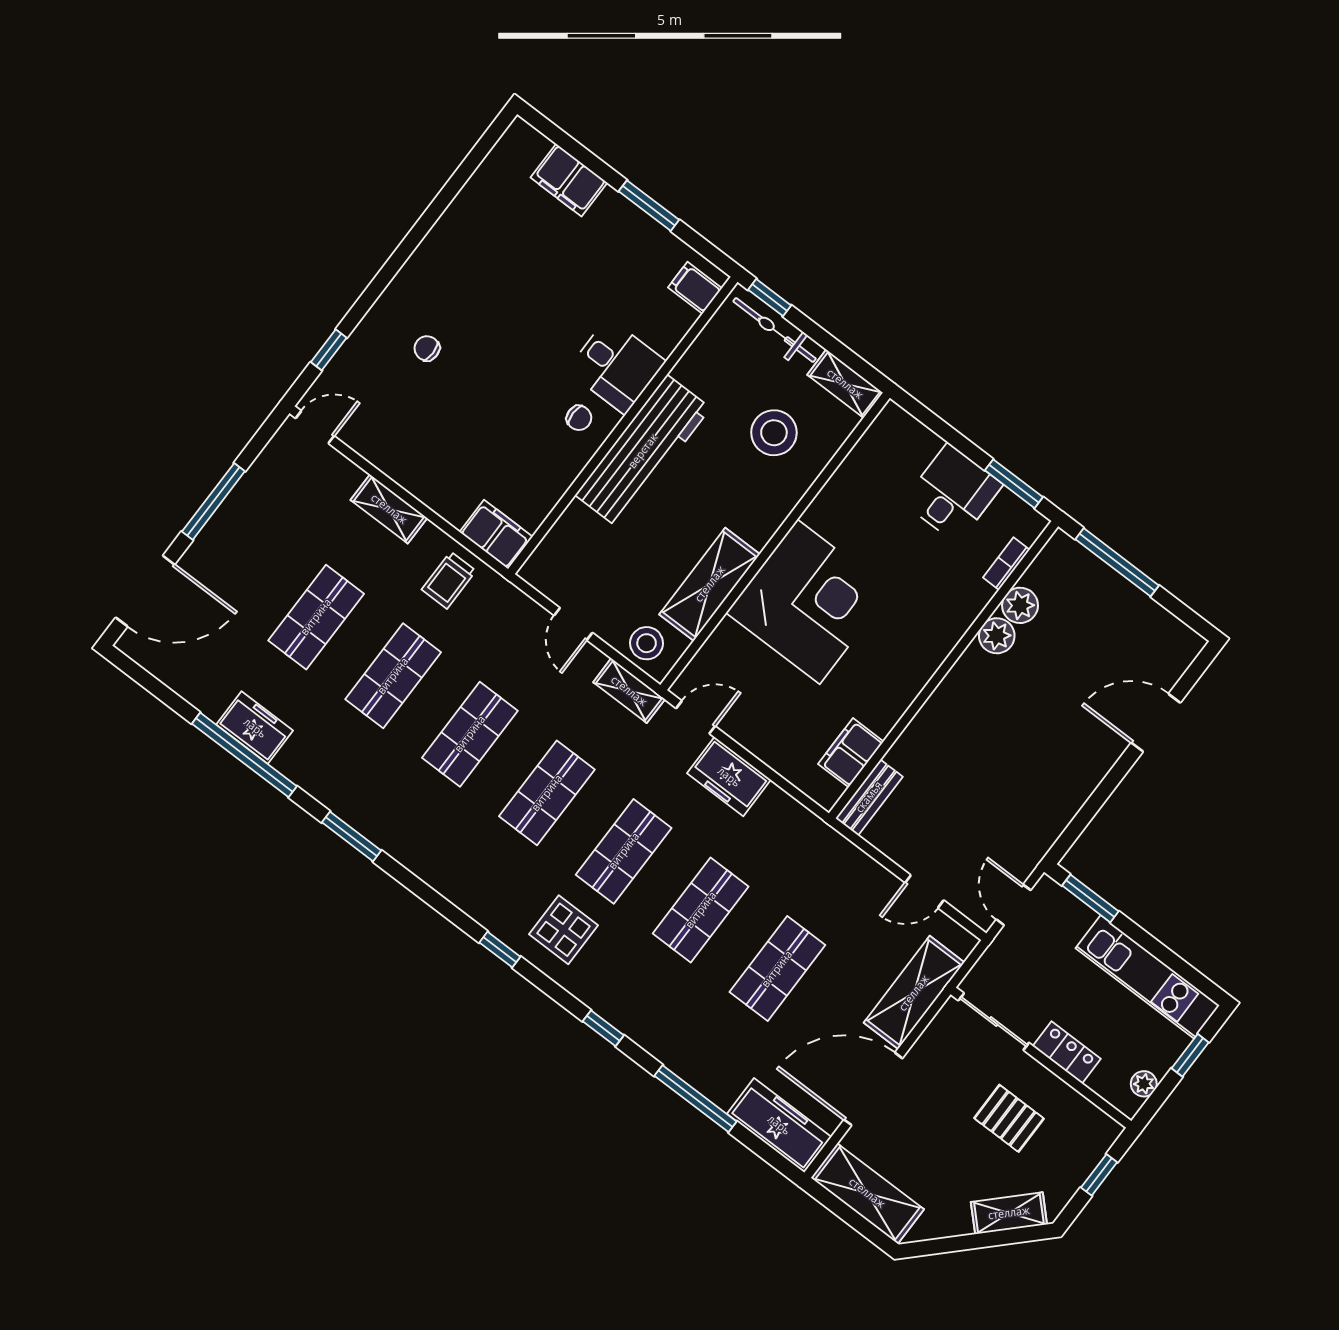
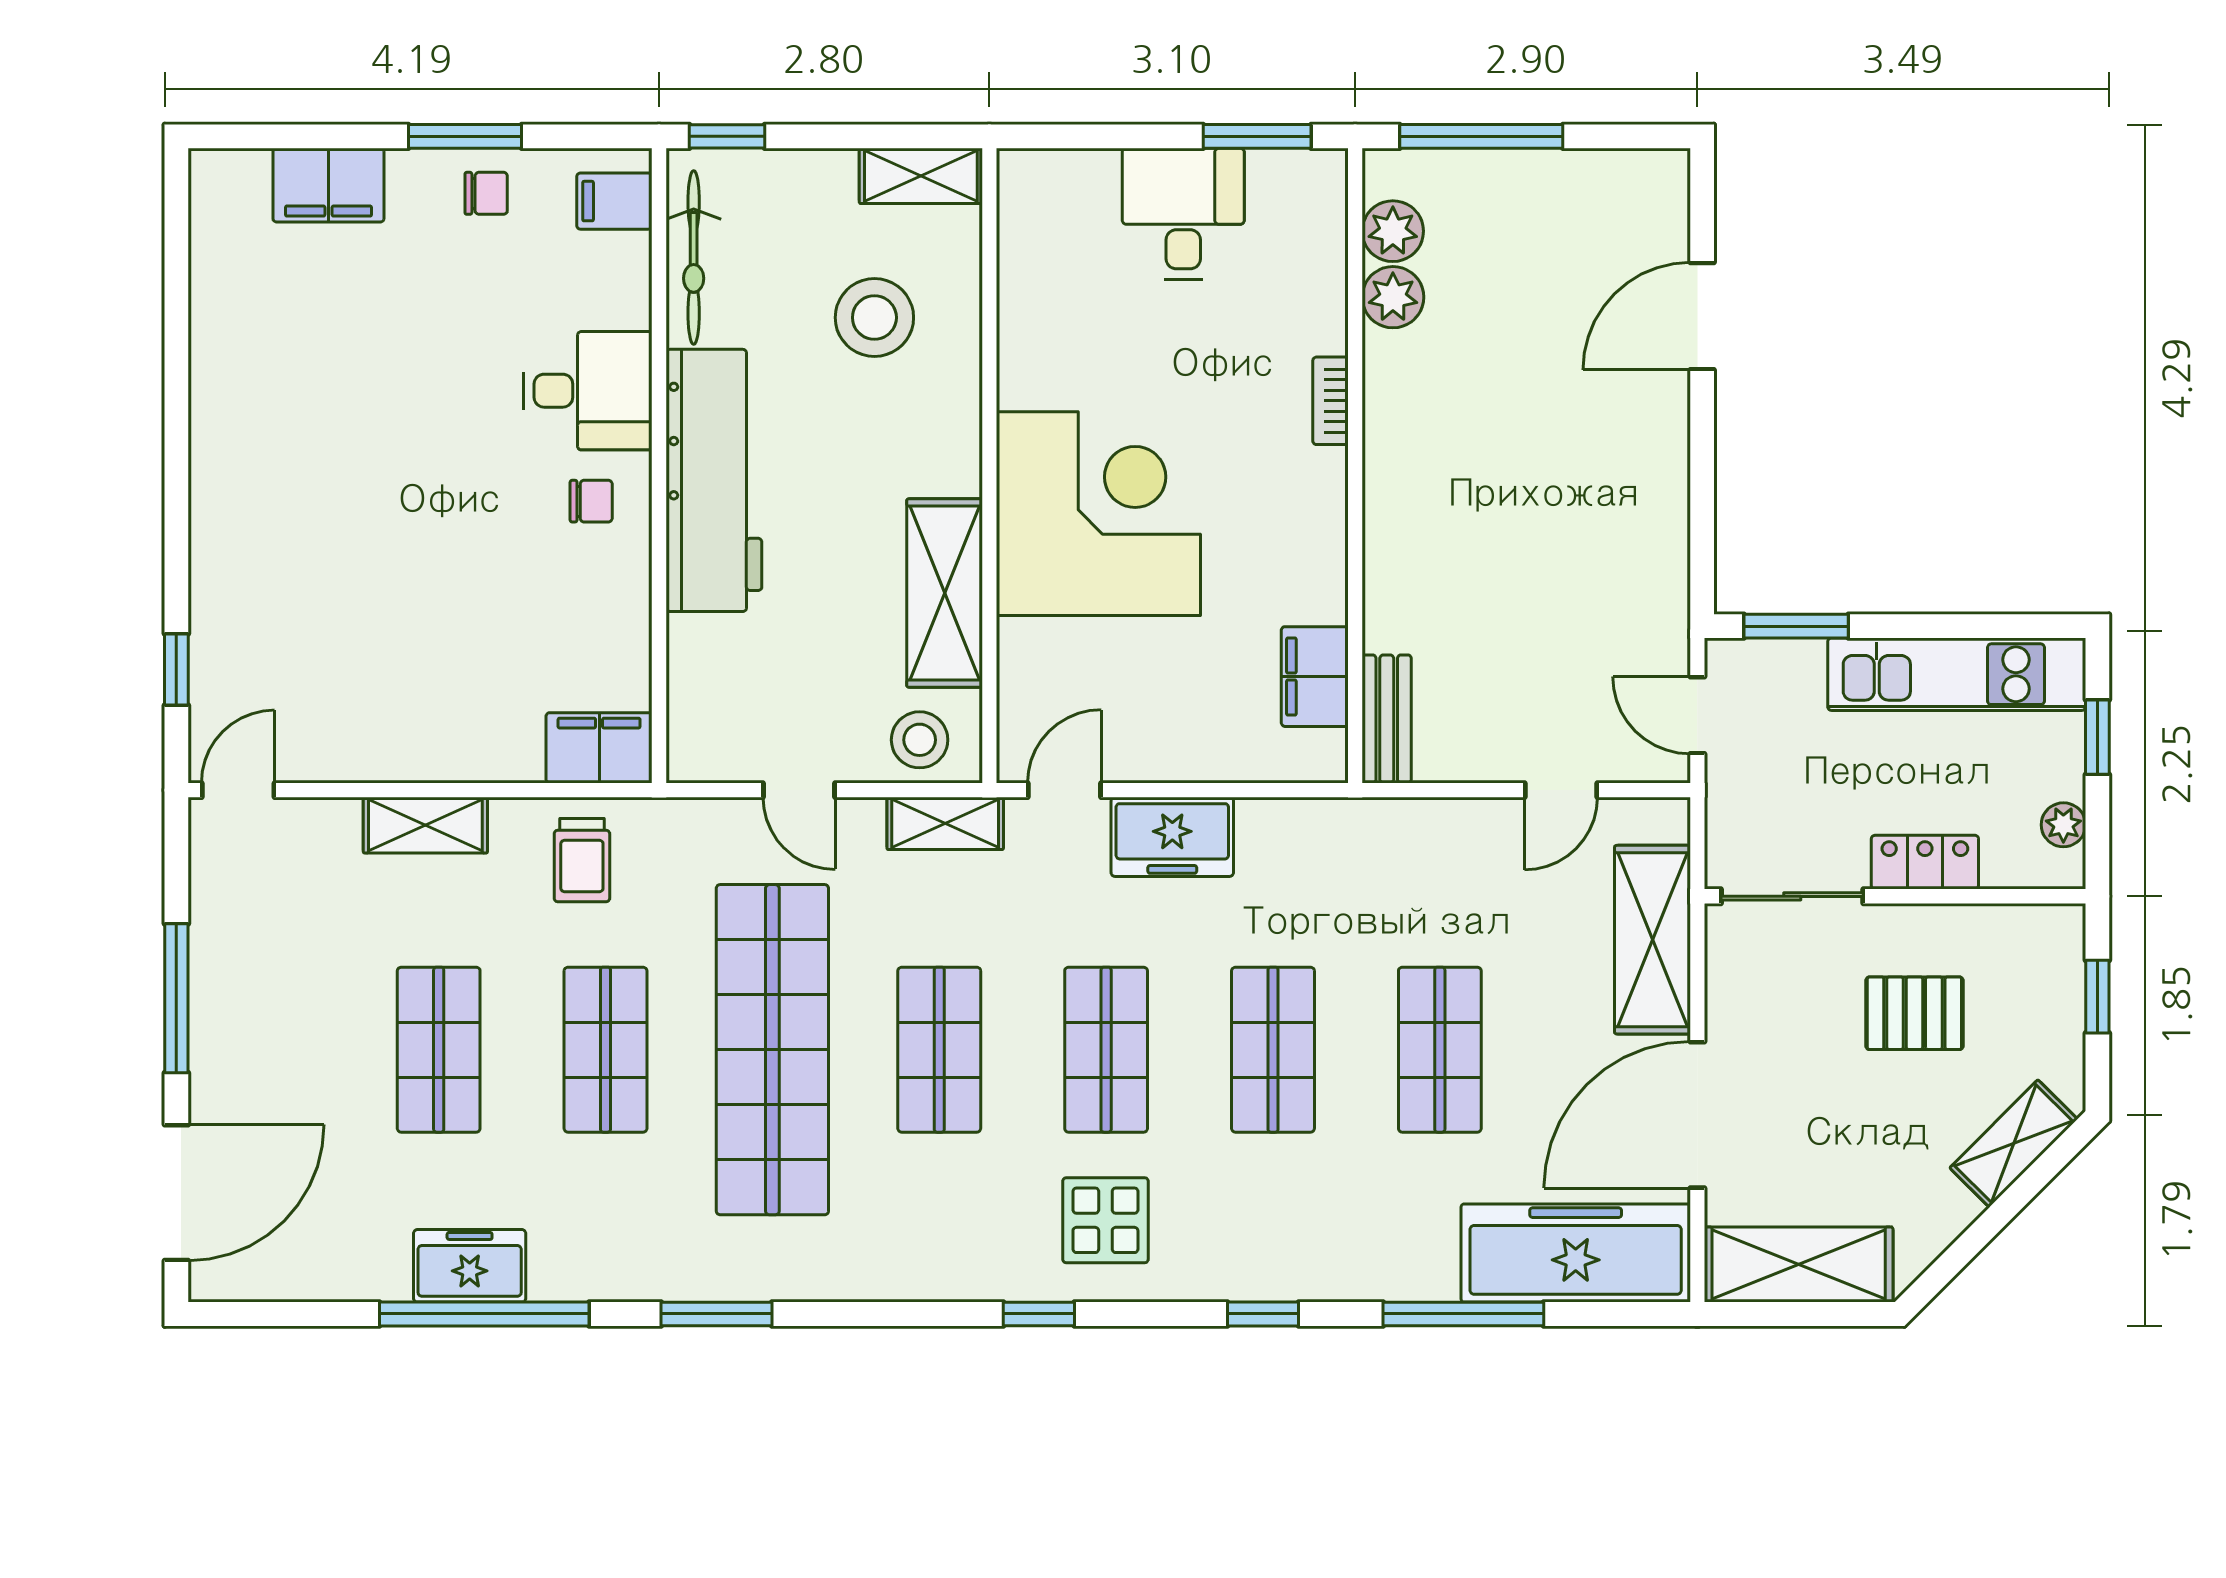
bicycle: (775, 330) -> (694, 258), moved, turned -90
chair: (427, 348) -> (486, 193), moved, turned 180
bookcase: (1006, 564) -> (1331, 401), moved
plant: (997, 636) -> (1393, 231), moved
shop shelf: (470, 734) -> (772, 1050), width x2.00, depth x1.36
freezer: (779, 1125) -> (1576, 1253), width x1.36, depth x1.26

